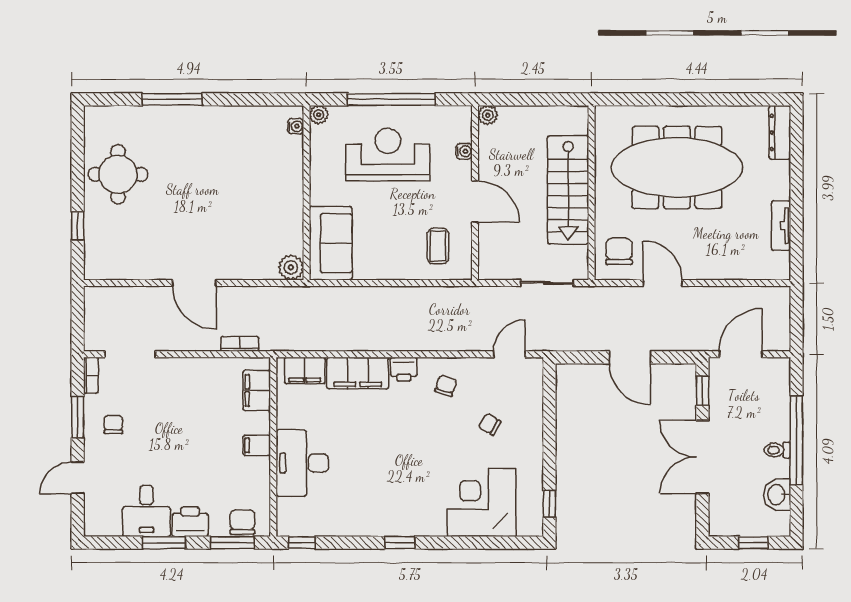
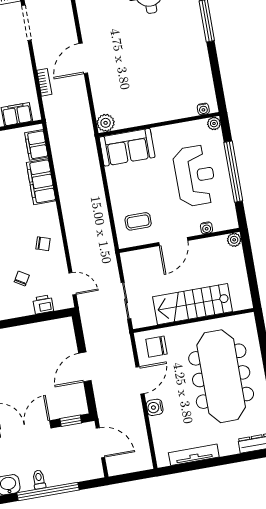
tv unit: (781, 226) -> (194, 455), width x1.41
chair: (619, 251) -> (156, 347), turned 180
water cooler: (704, 269) -> (155, 407), added
bookcase: (240, 344) -> (44, 82), moved
printer: (404, 369) -> (43, 304), moved, turned 90

